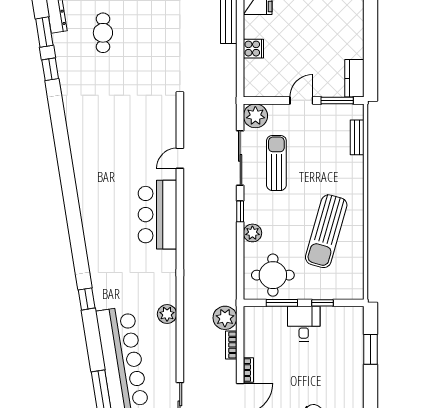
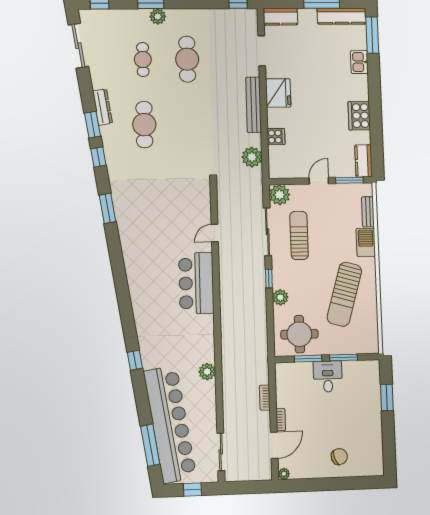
cooker: (351, 25) -> (359, 116), added
cafe table: (103, 33) -> (144, 125), width x1.37, depth x1.35
window: (60, 128) -> (108, 208), added
barbecue: (353, 172) -> (366, 242), added
window: (323, 303) -> (344, 358), width x1.50
plant: (225, 318) -> (252, 157), moved

